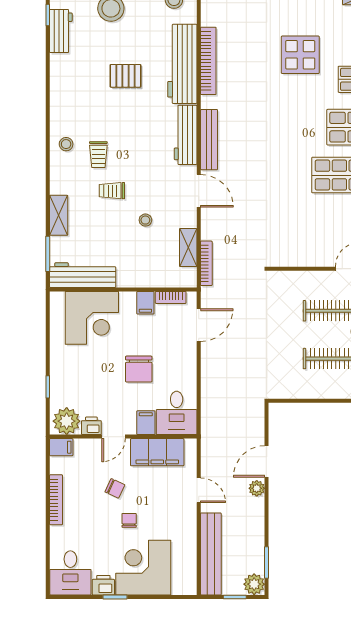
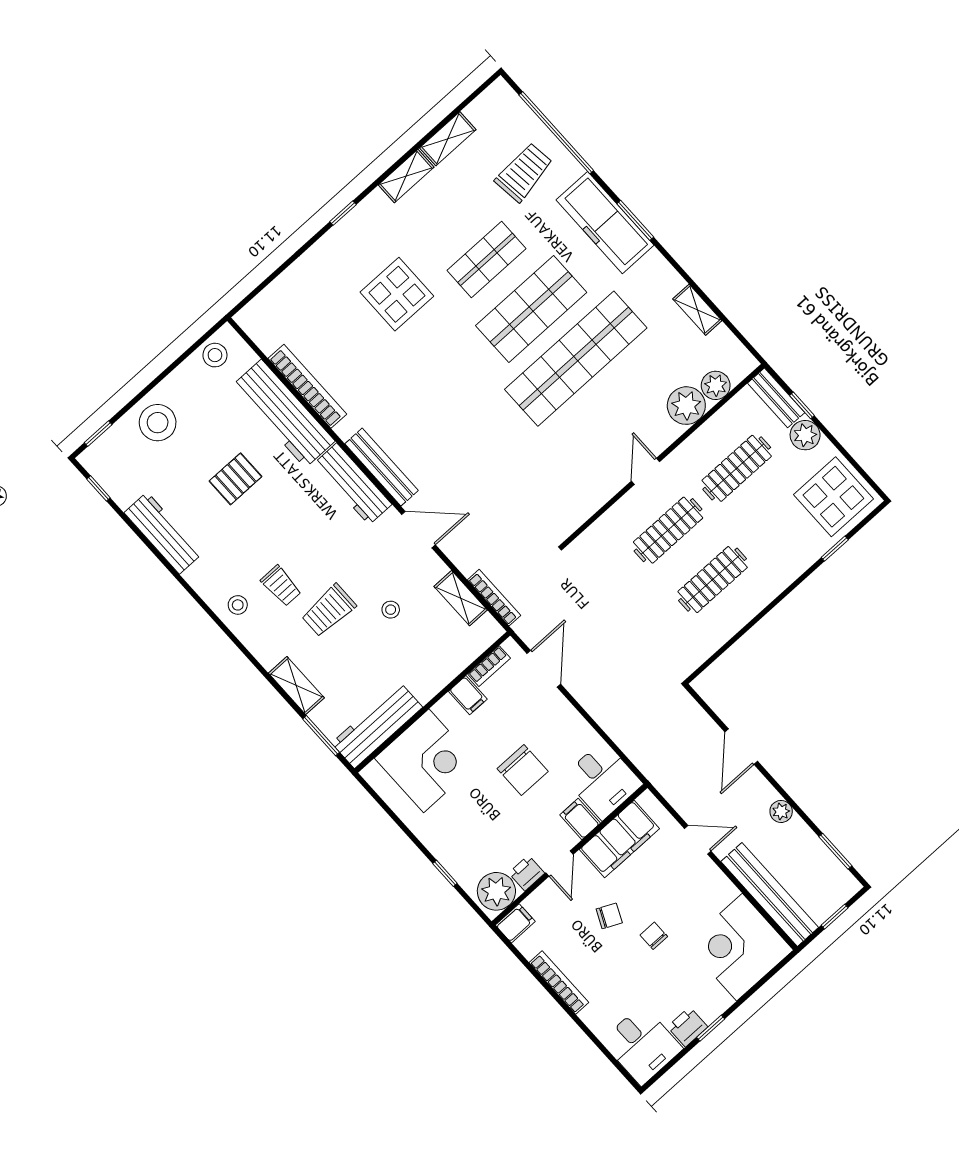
workbench: (61, 31) -> (163, 533), moved, width x1.38
trolley: (112, 191) -> (329, 610), width x1.36, depth x1.39
plant: (257, 488) -> (781, 811), moved
corner desk: (143, 568) -> (739, 947), moved
plant: (254, 584) -> (843, 885), removed

